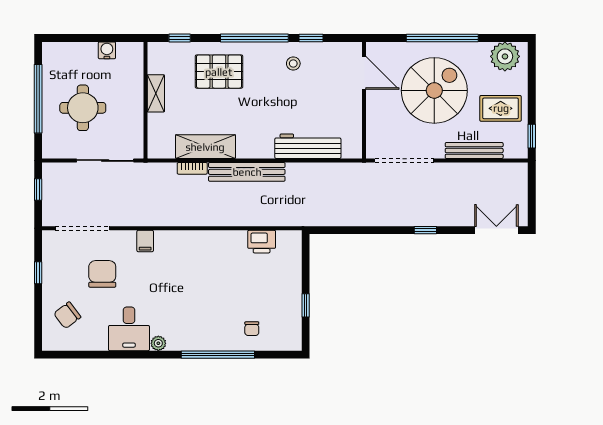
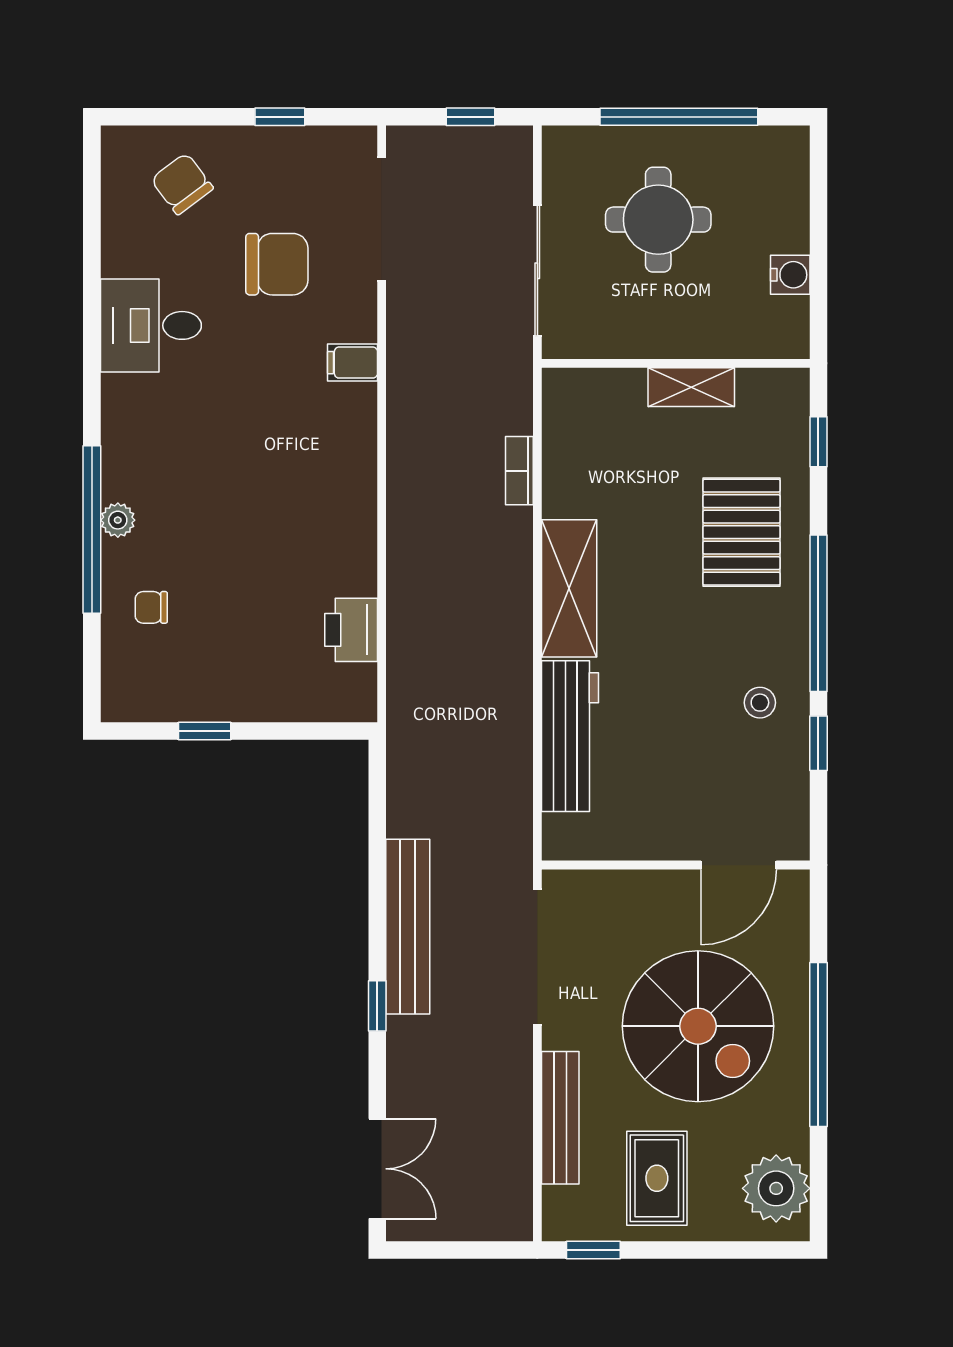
shelving: (205, 147) -> (569, 588), moved
bench: (247, 172) -> (408, 927), moved
plant: (158, 343) -> (118, 520), moved

